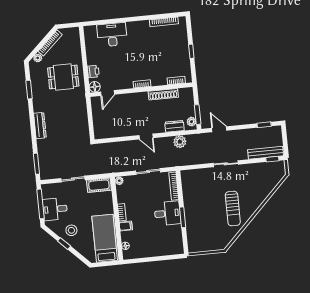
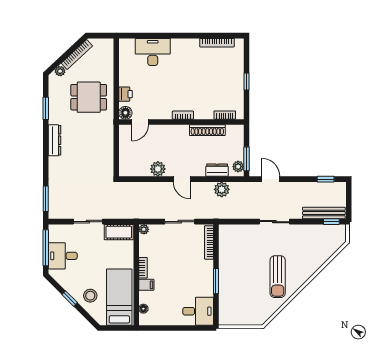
dresser: (40, 126) -> (55, 140), moved
plant: (126, 130) -> (158, 169), added
desk: (167, 213) -> (198, 311), moved
stool: (71, 230) -> (90, 296), moved

